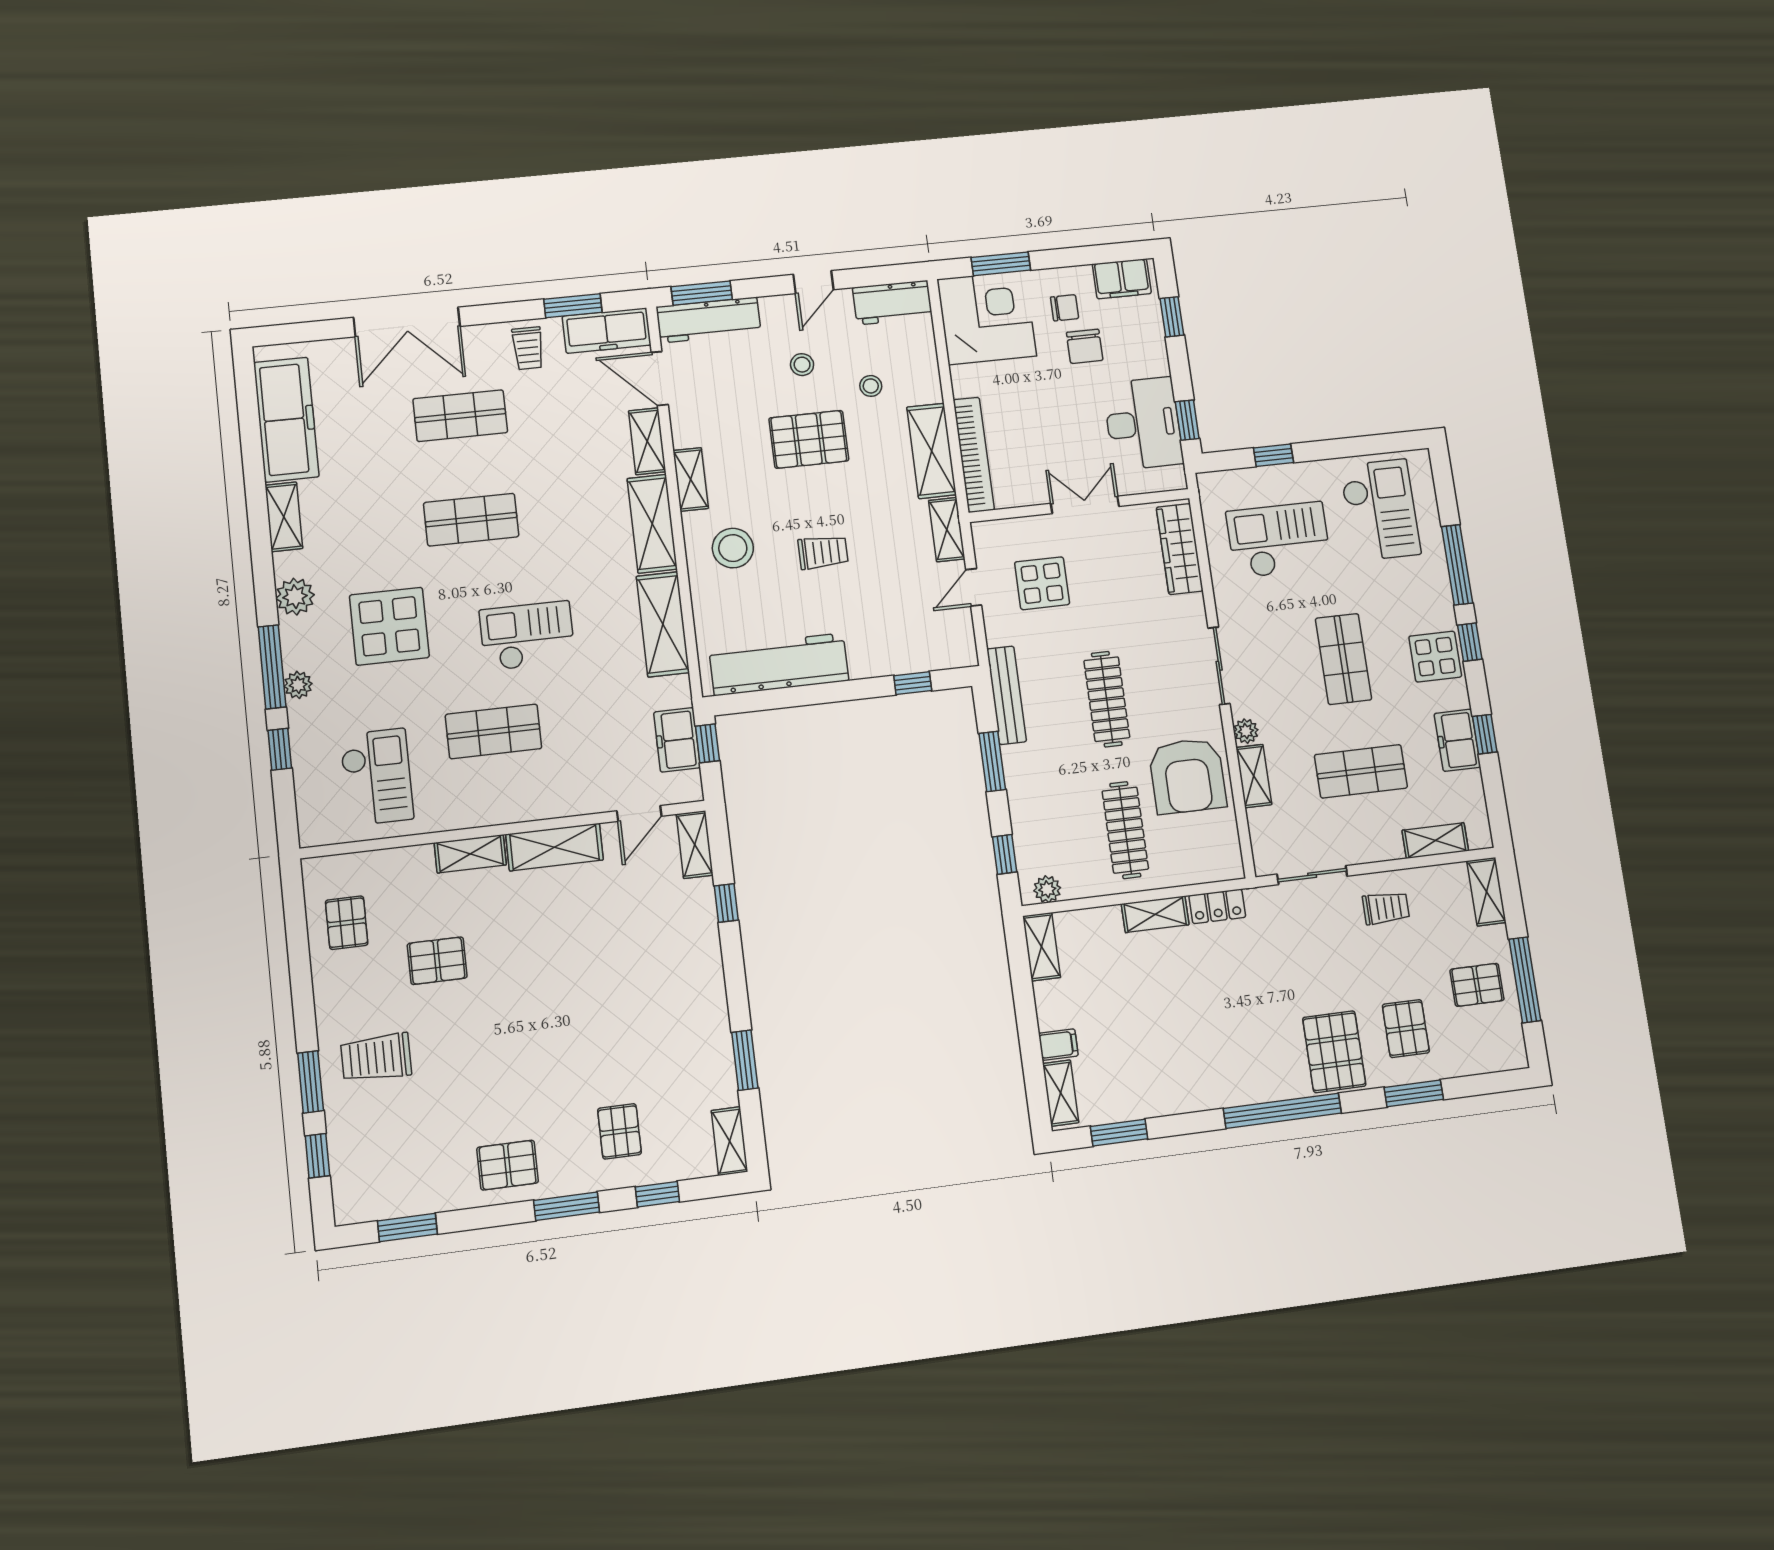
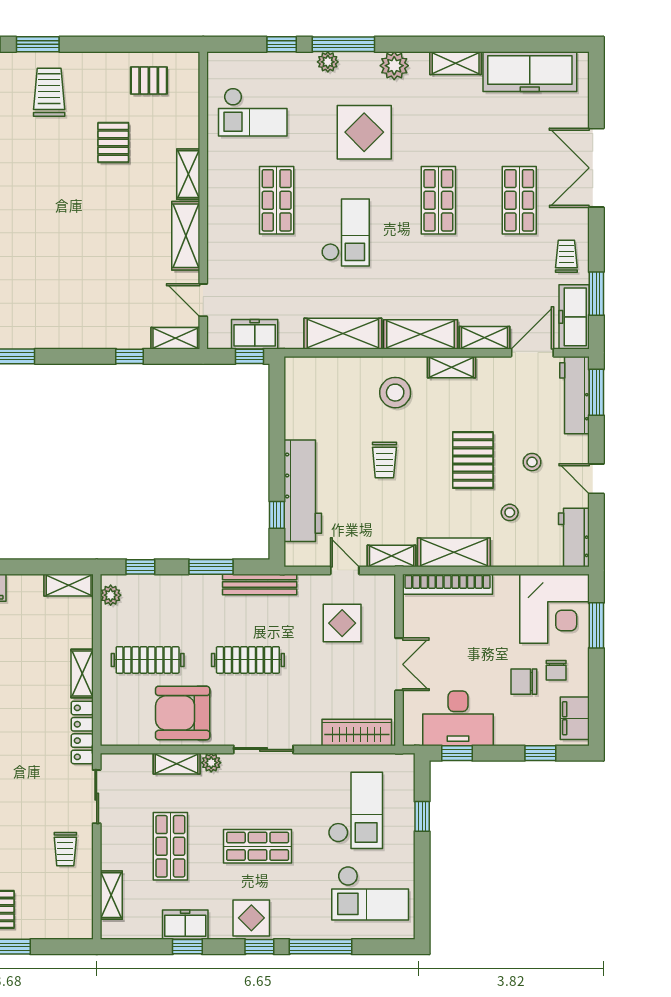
trolley: (528, 348) -> (566, 256), turned 90
workbench: (779, 664) -> (303, 491), moved
shelving: (1486, 892) -> (68, 928), removed
locker: (1217, 906) -> (82, 732), width x1.53

